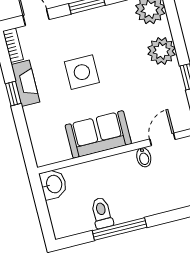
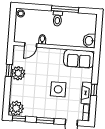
plant: (162, 51) -> (18, 73), moved
sofa: (98, 134) -> (79, 59), moved
toilet: (102, 213) -> (57, 19), moved

